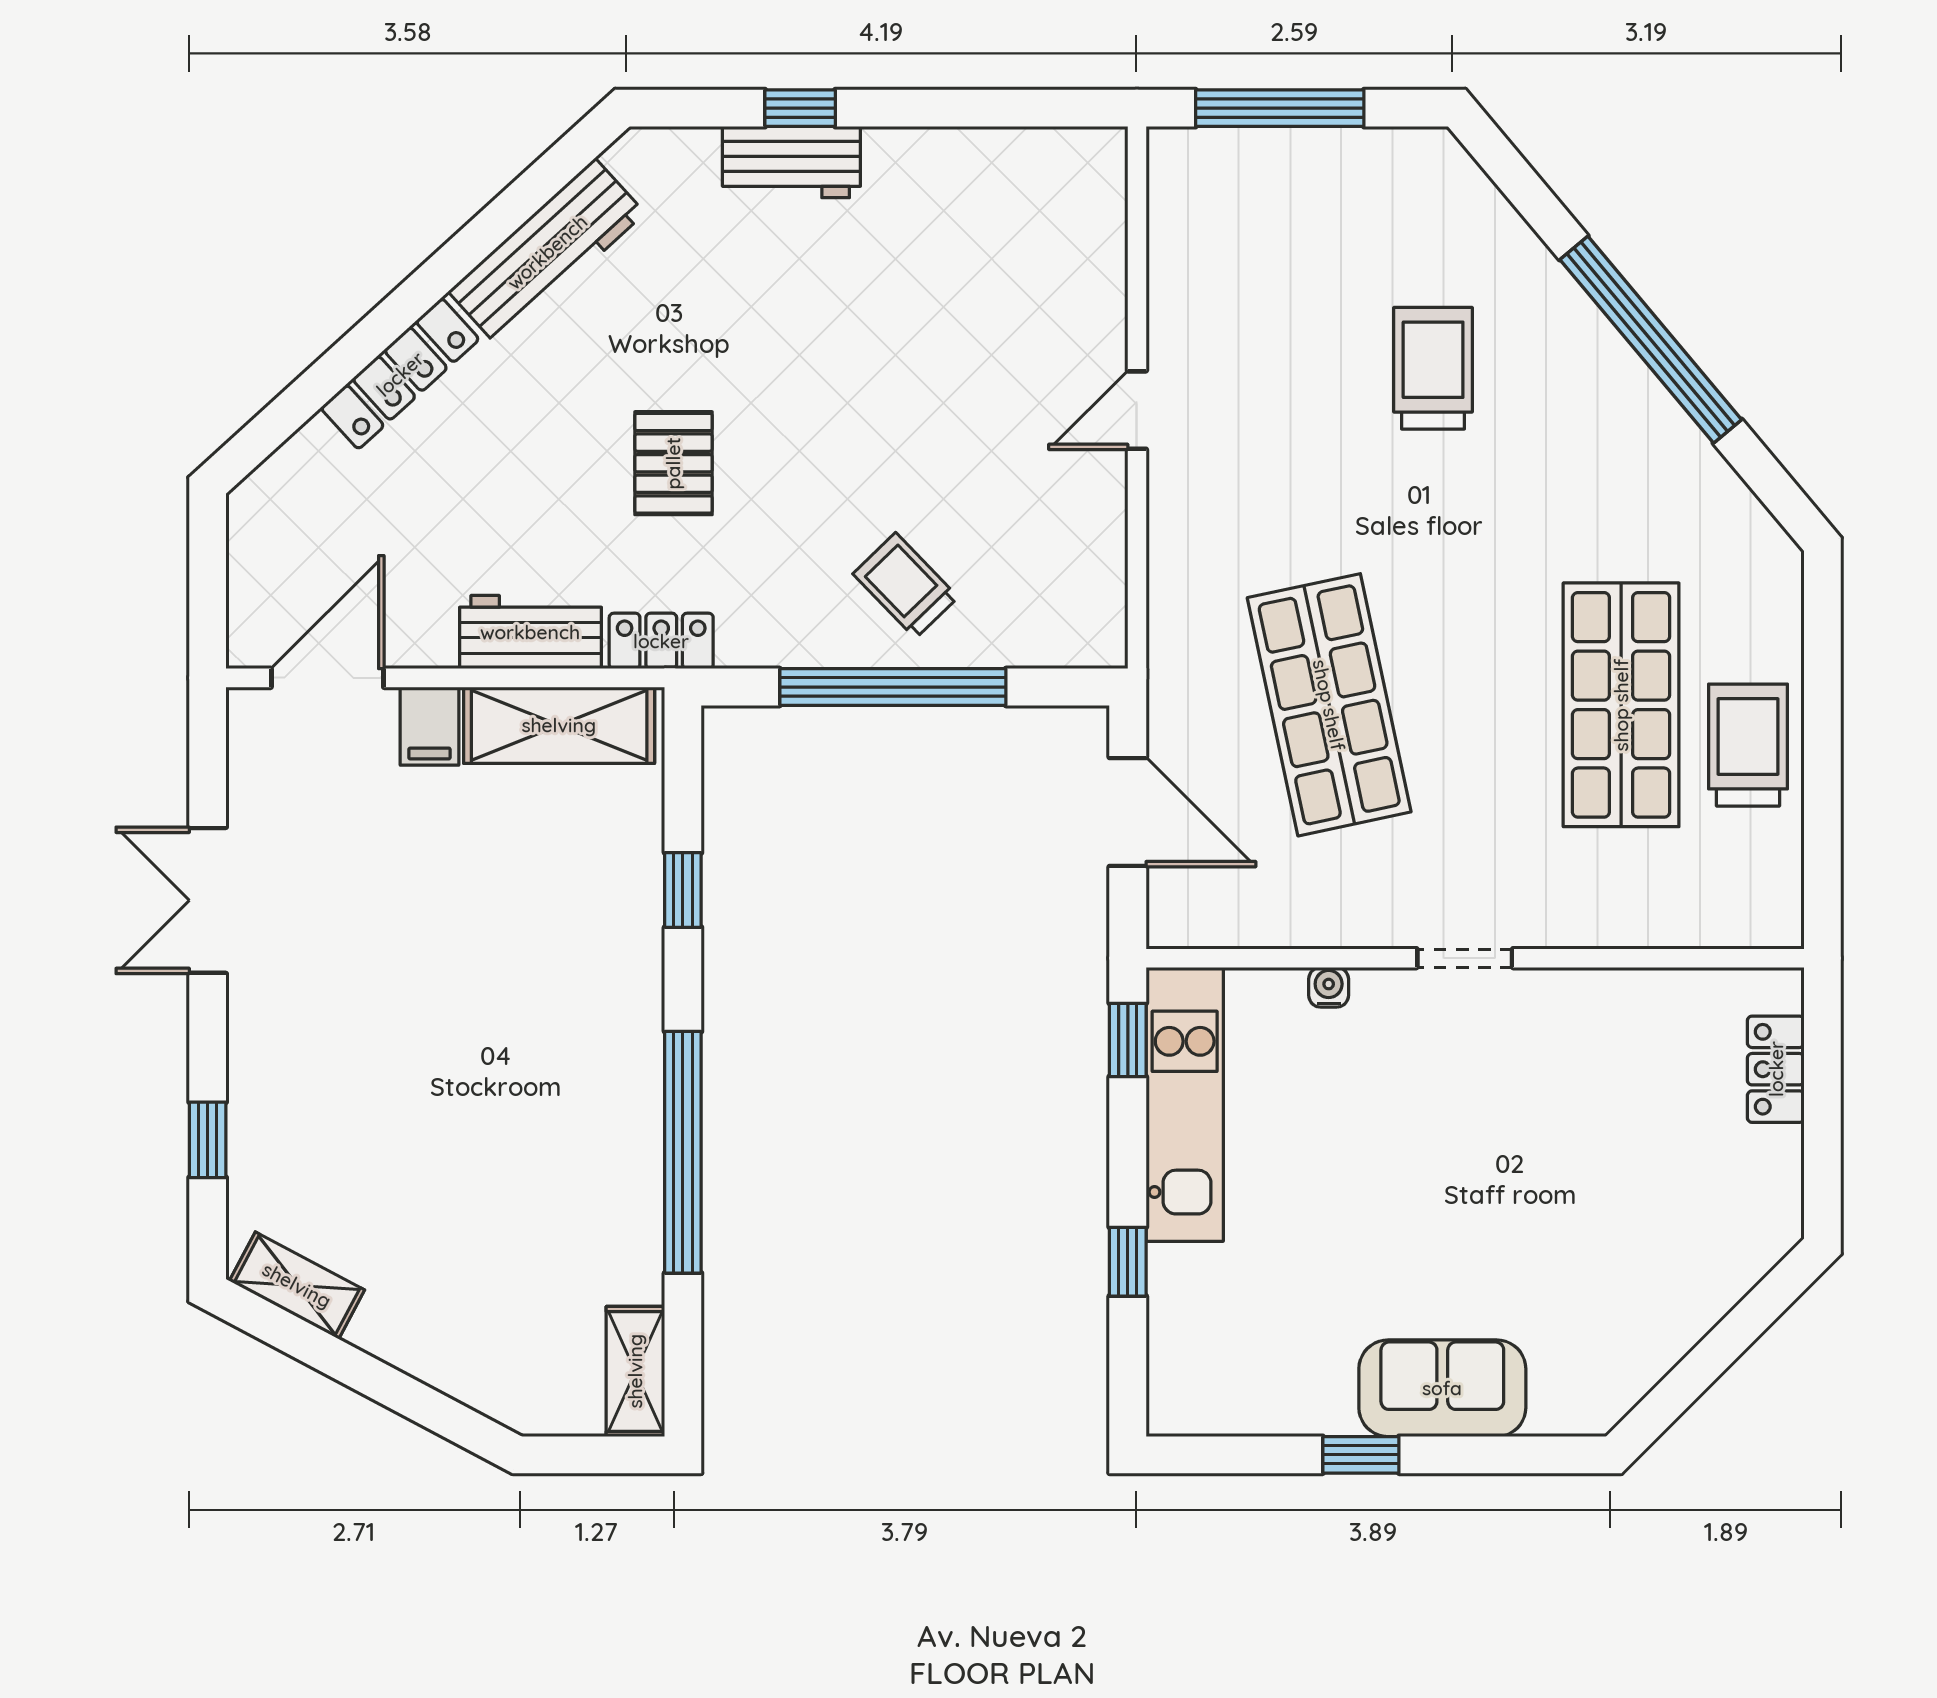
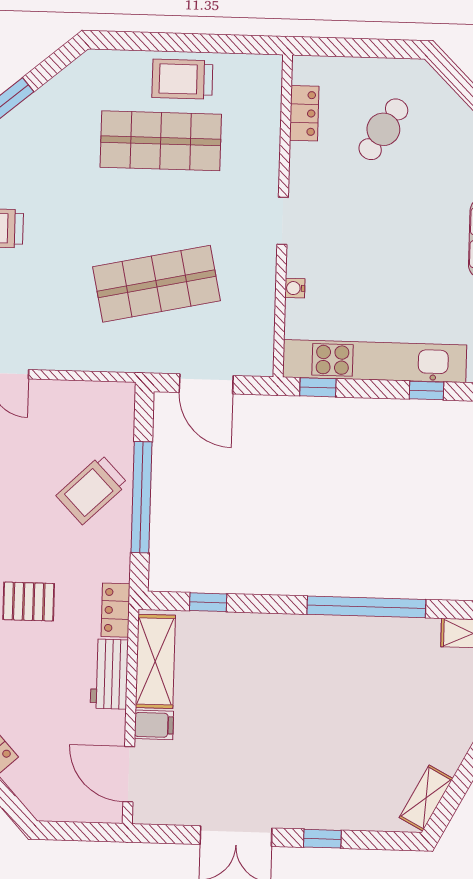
trolley: (905, 585) -> (92, 490), width x1.36, depth x1.39
door: (1128, 812) -> (206, 384), swing flipped
window: (683, 890) -> (208, 602), moved
locker: (1776, 1069) -> (304, 113), moved, turned -90
kitchen unit: (1185, 1104) -> (375, 361), width x1.36
window: (208, 1140) -> (322, 839), moved
cafe table: (1658, 1158) -> (383, 129), added

